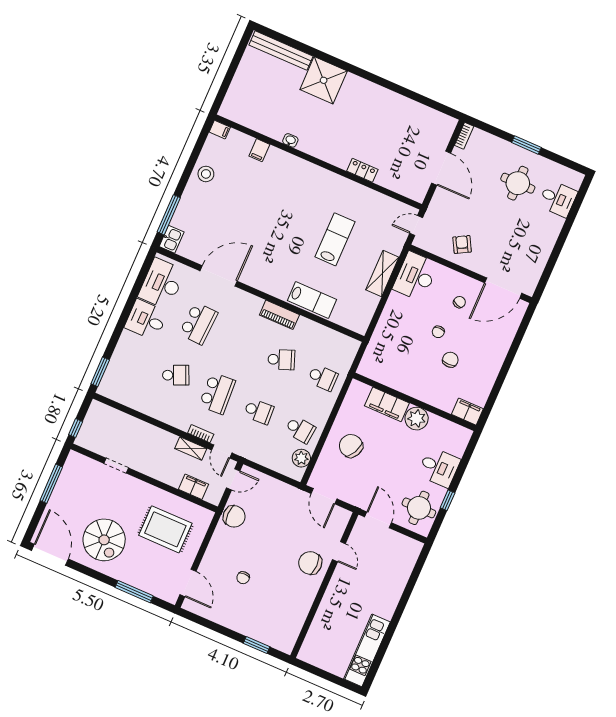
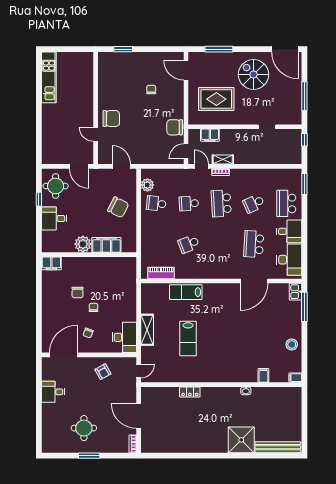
desk: (558, 199) -> (53, 392), moved
piano: (279, 315) -> (161, 273), moved
school desk: (323, 378) -> (286, 203), moved, width x1.85

